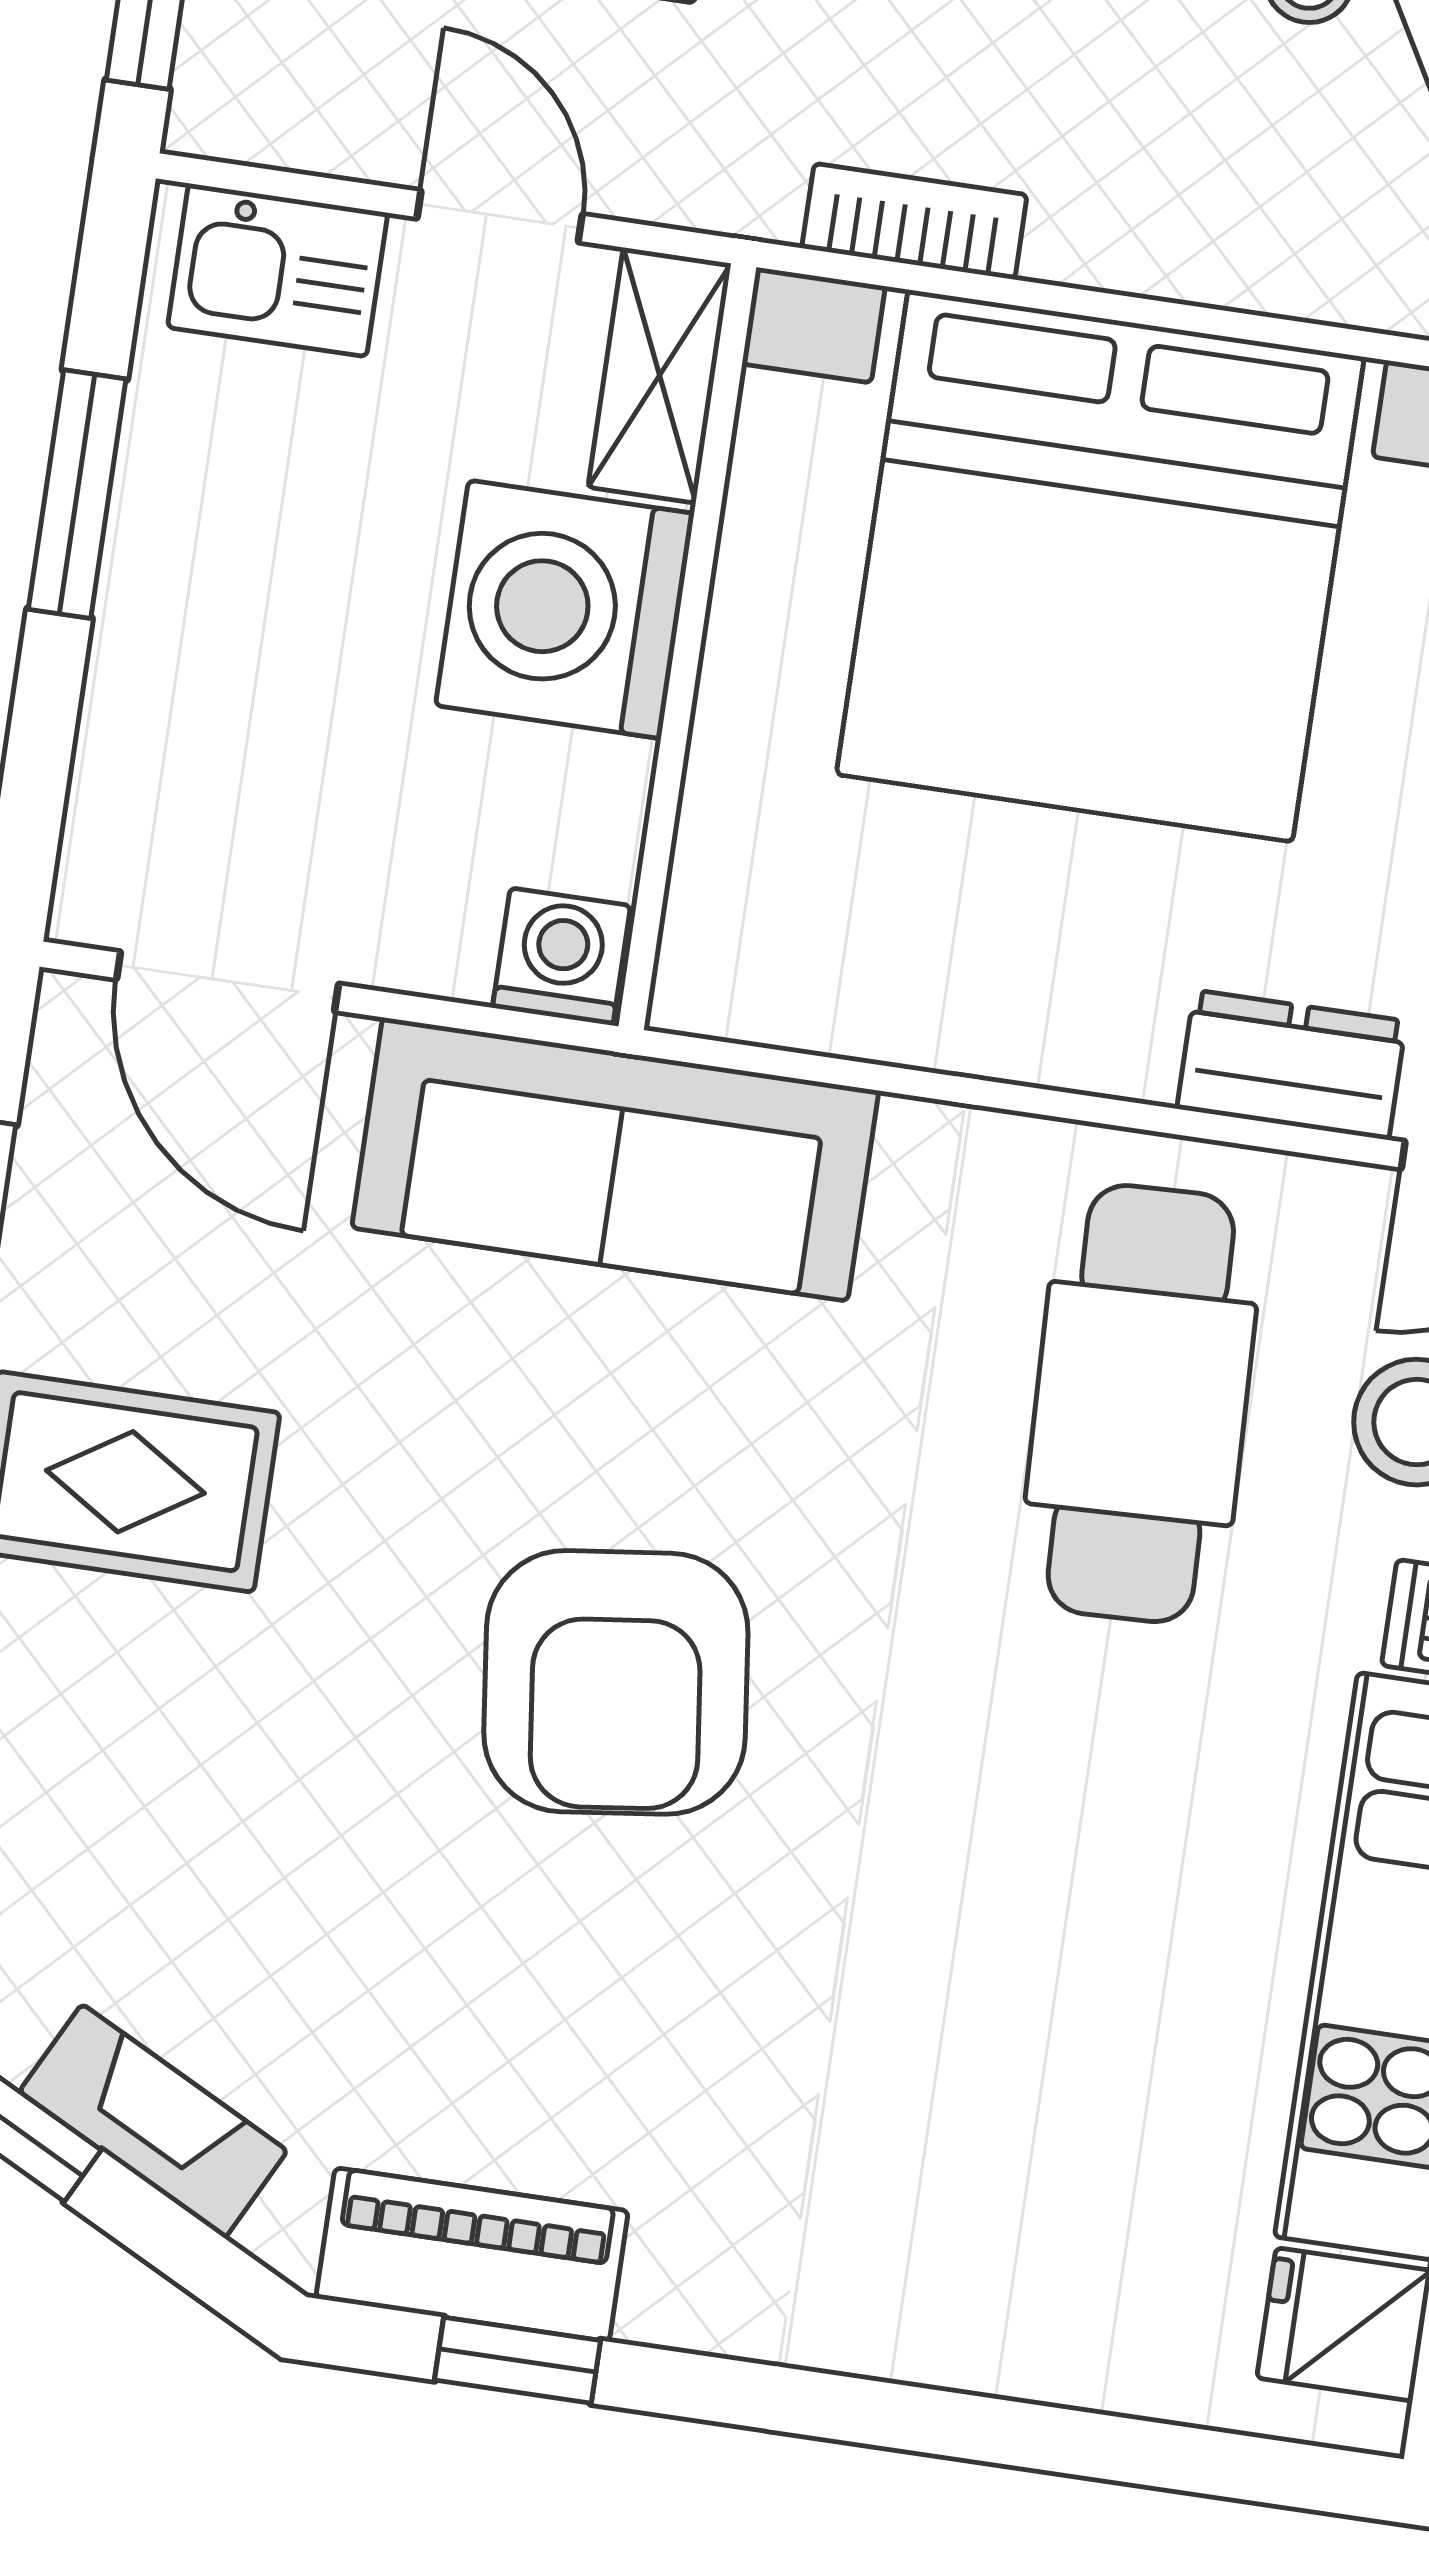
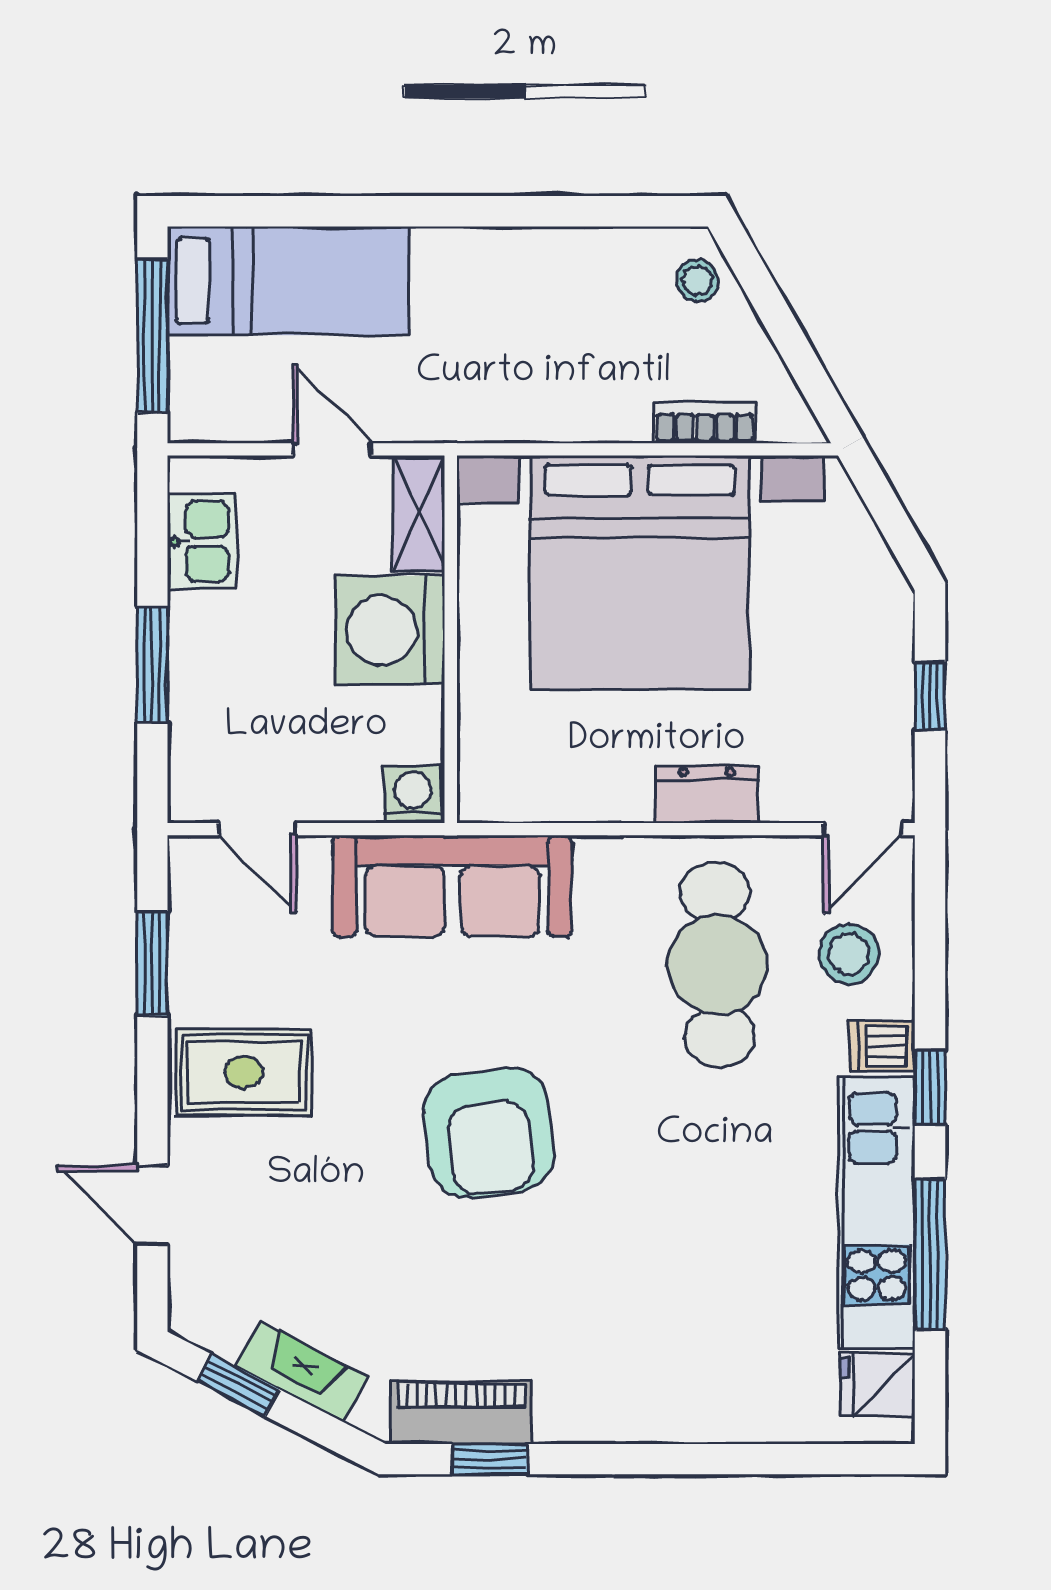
bookcase: (914, 221) -> (705, 423), moved
kitchen sink: (278, 270) -> (202, 542), moved, turned -90
window: (77, 494) -> (152, 665), moved
door: (228, 982) -> (257, 829), width x0.73
dresser: (1292, 1065) -> (707, 794), moved

